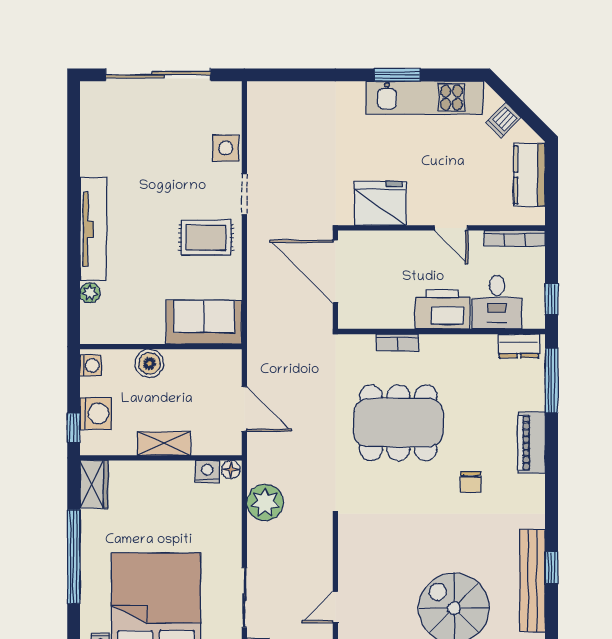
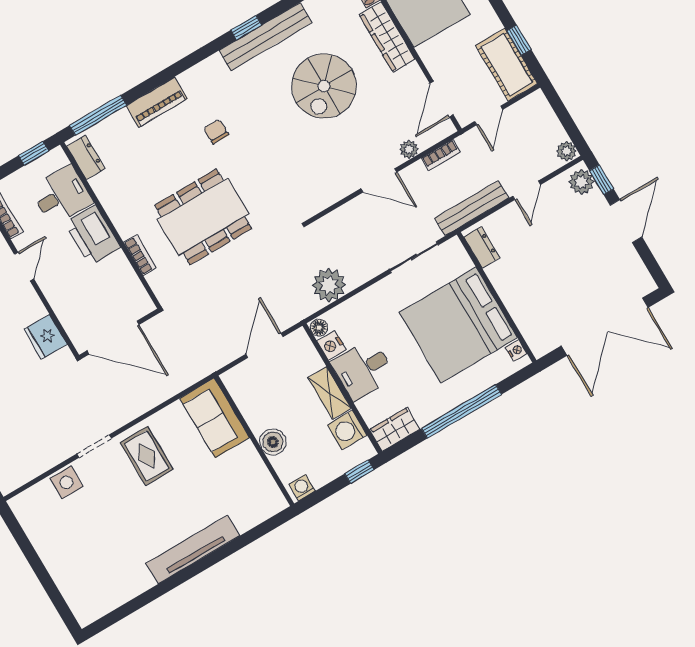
sliding door: (158, 75) -> (40, 570), removed
fridge: (380, 203) -> (45, 337), width x0.73, depth x0.75
door: (335, 272) -> (113, 338), hinge flipped
plant: (90, 293) -> (245, 522), removed
washing machine: (96, 414) -> (347, 430), moved, turned -90
dining table: (398, 423) -> (203, 217), turned 90
chair: (471, 482) -> (216, 132), turned -90
desk: (167, 488) -> (363, 369), added
door: (335, 607) -> (379, 180), width x1.37

